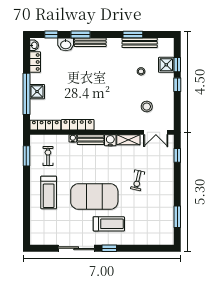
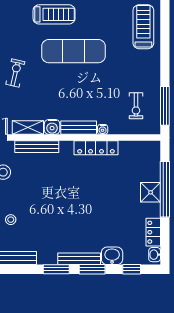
window: (133, 34) -> (56, 269), moved
locker: (45, 125) -> (139, 147), removed
bench: (122, 126) -> (37, 147), added
window: (26, 156) -> (165, 106), width x1.44
treadmill: (49, 192) -> (143, 27), moved
exercise mat: (94, 197) -> (74, 51), width x0.68
treadmill: (109, 224) -> (54, 14), turned 180

